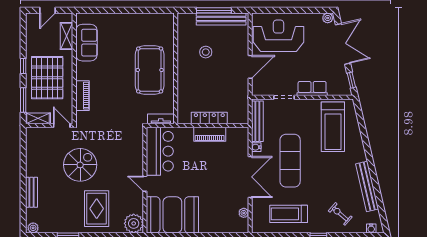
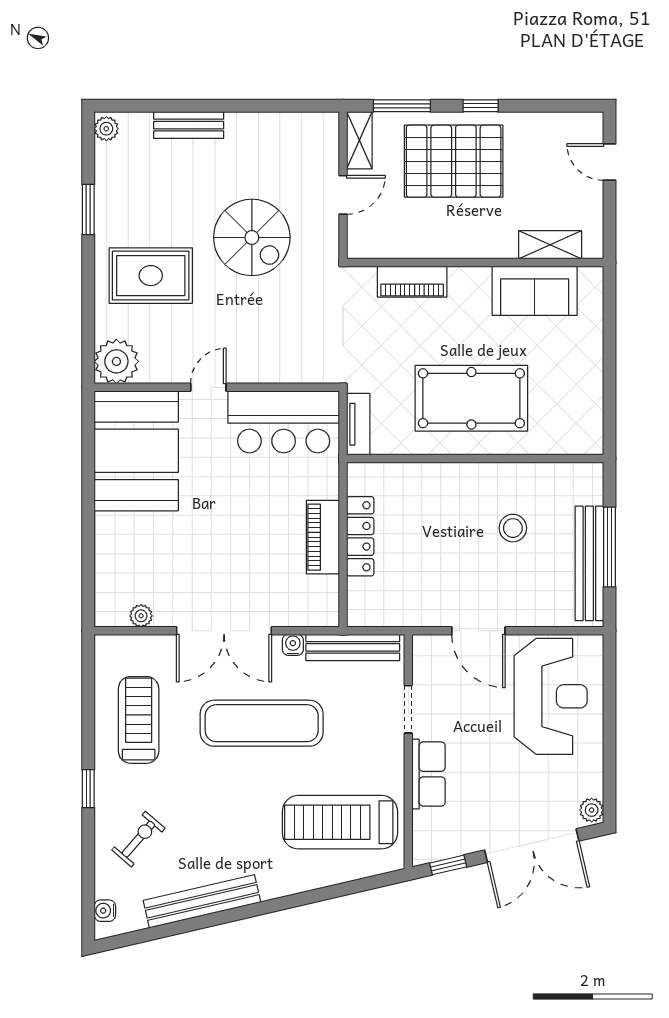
shelving: (67, 36) -> (550, 245), moved
sofa: (86, 43) -> (535, 291), moved
wall: (74, 68) -> (475, 263), moved
piano: (83, 96) -> (412, 282), moved

